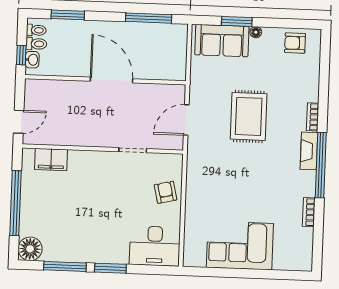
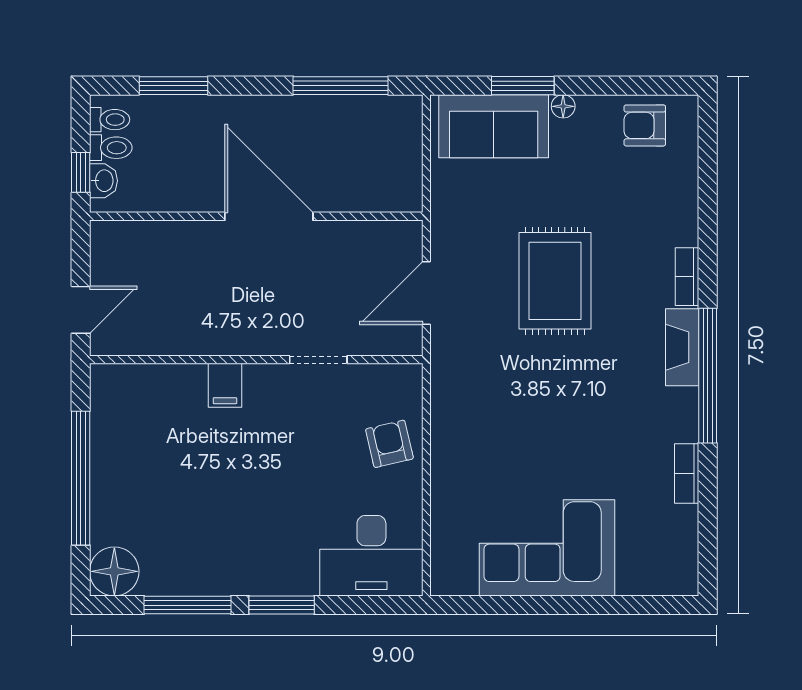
filing cabinet: (51, 159) -> (225, 385), moved, width x0.50

